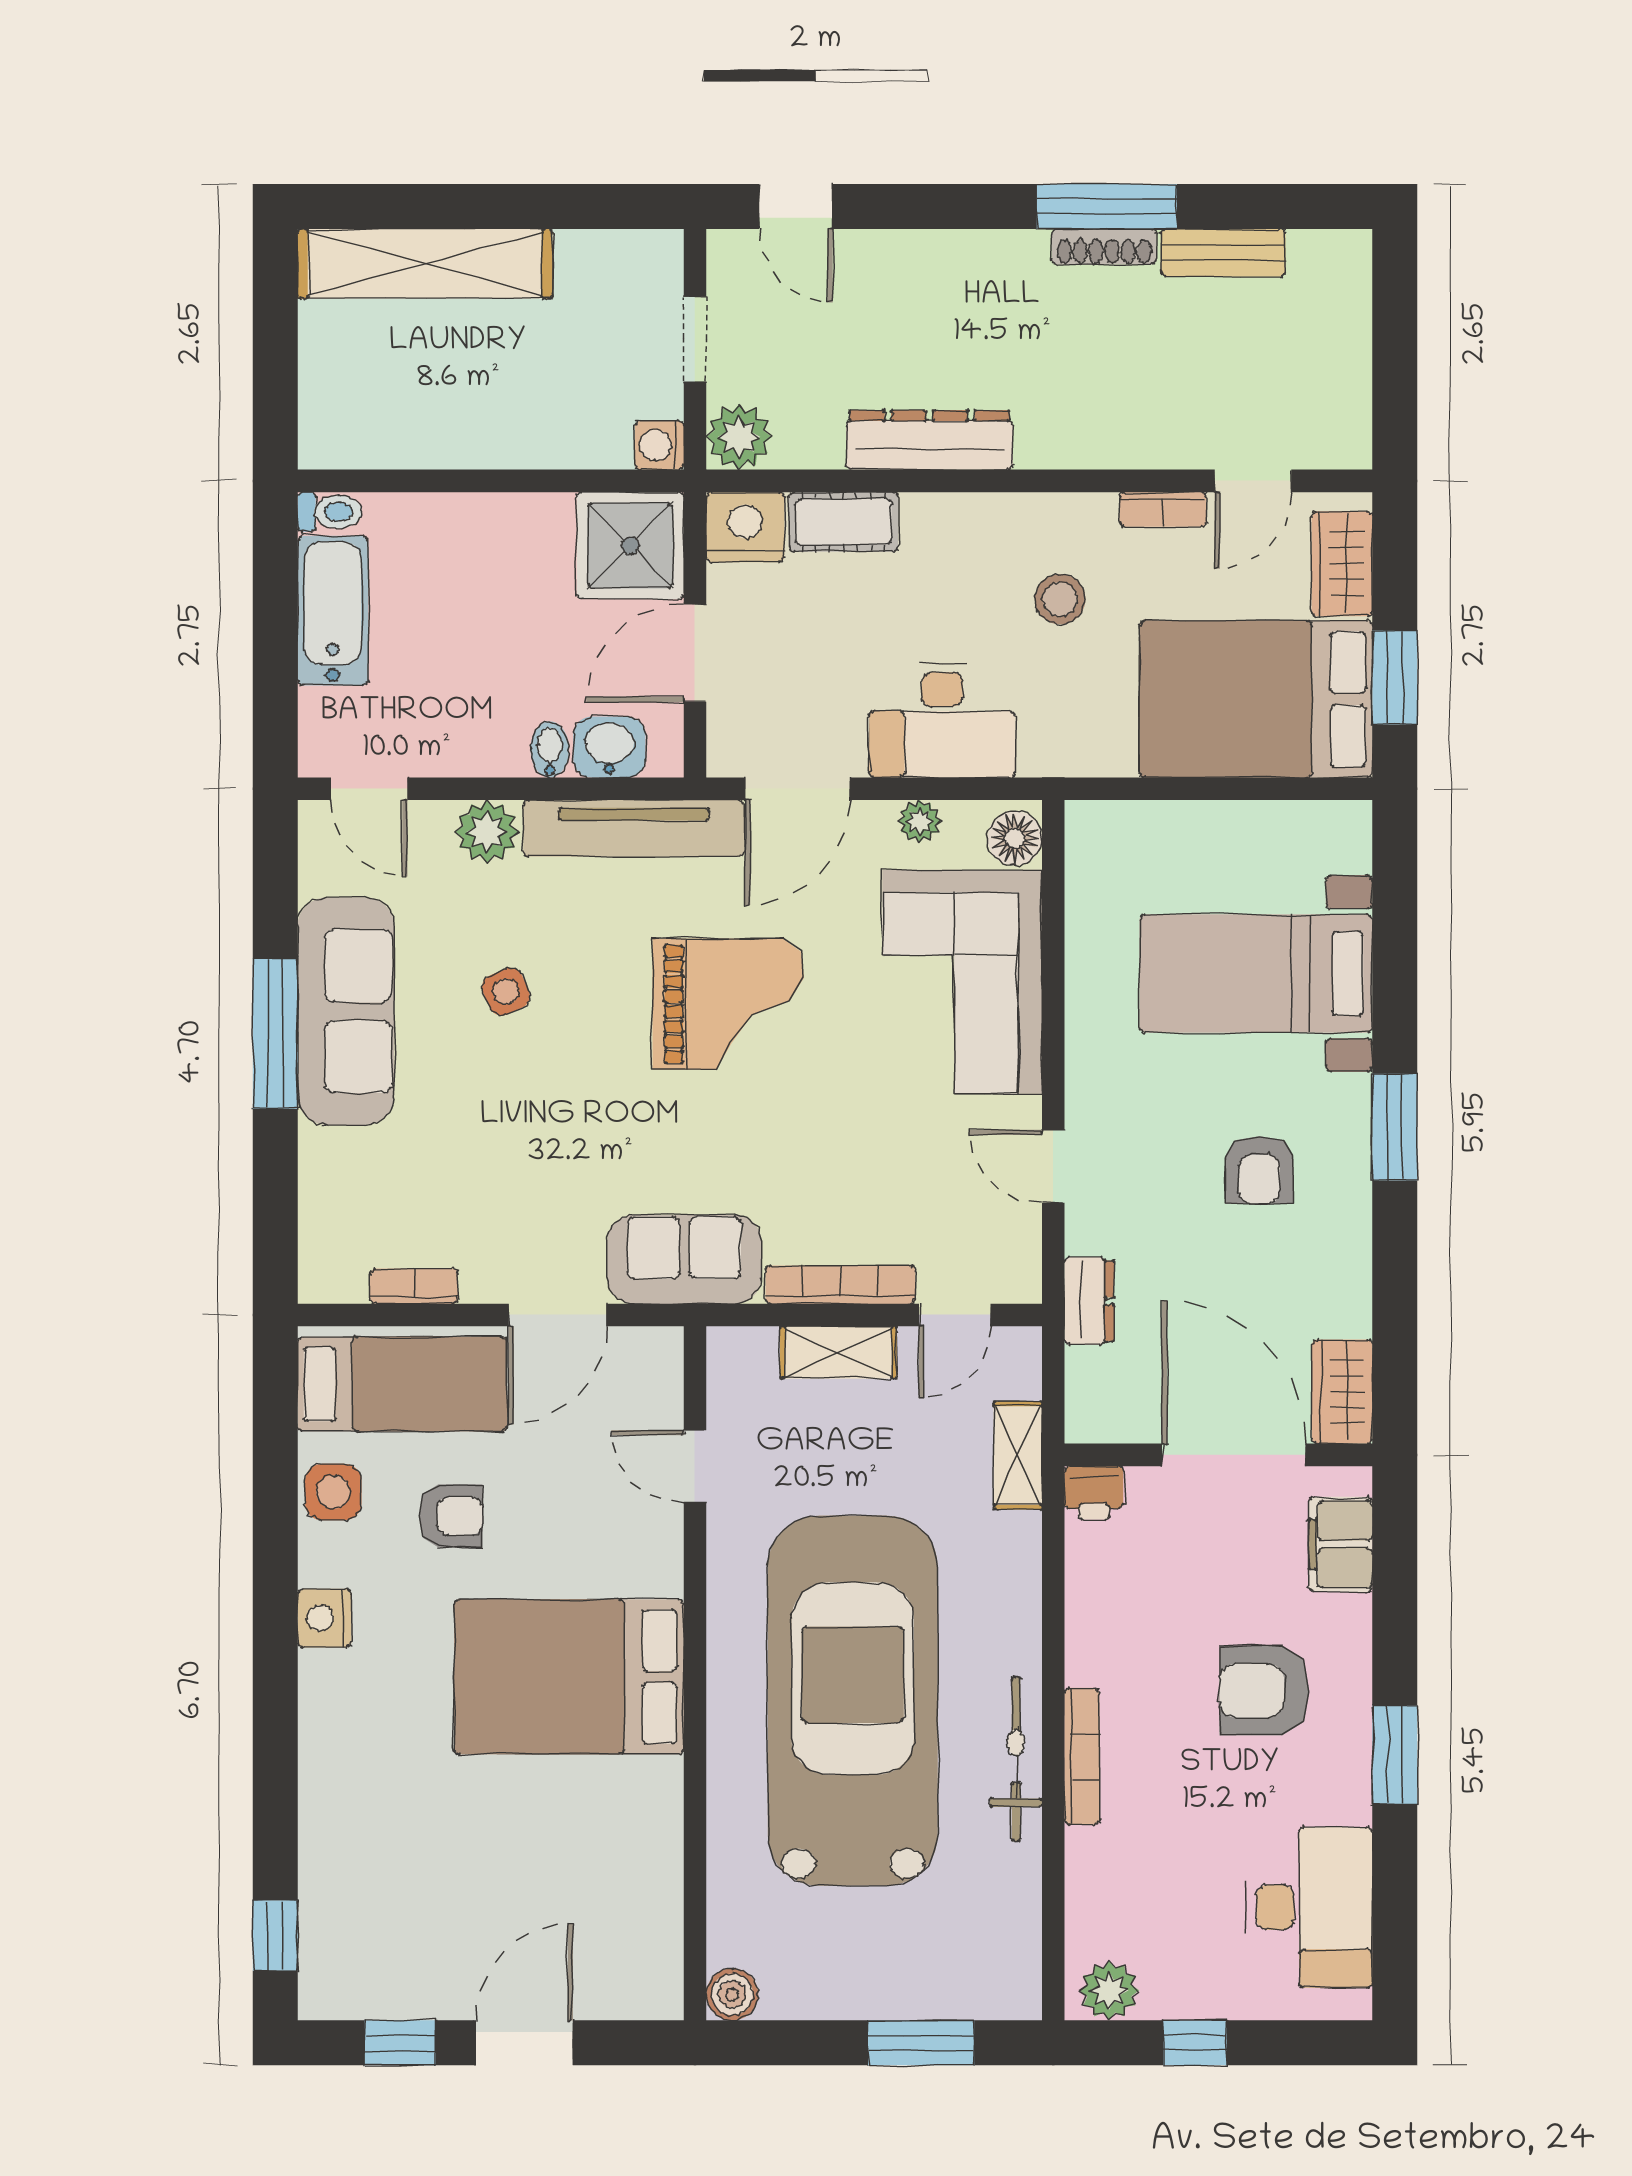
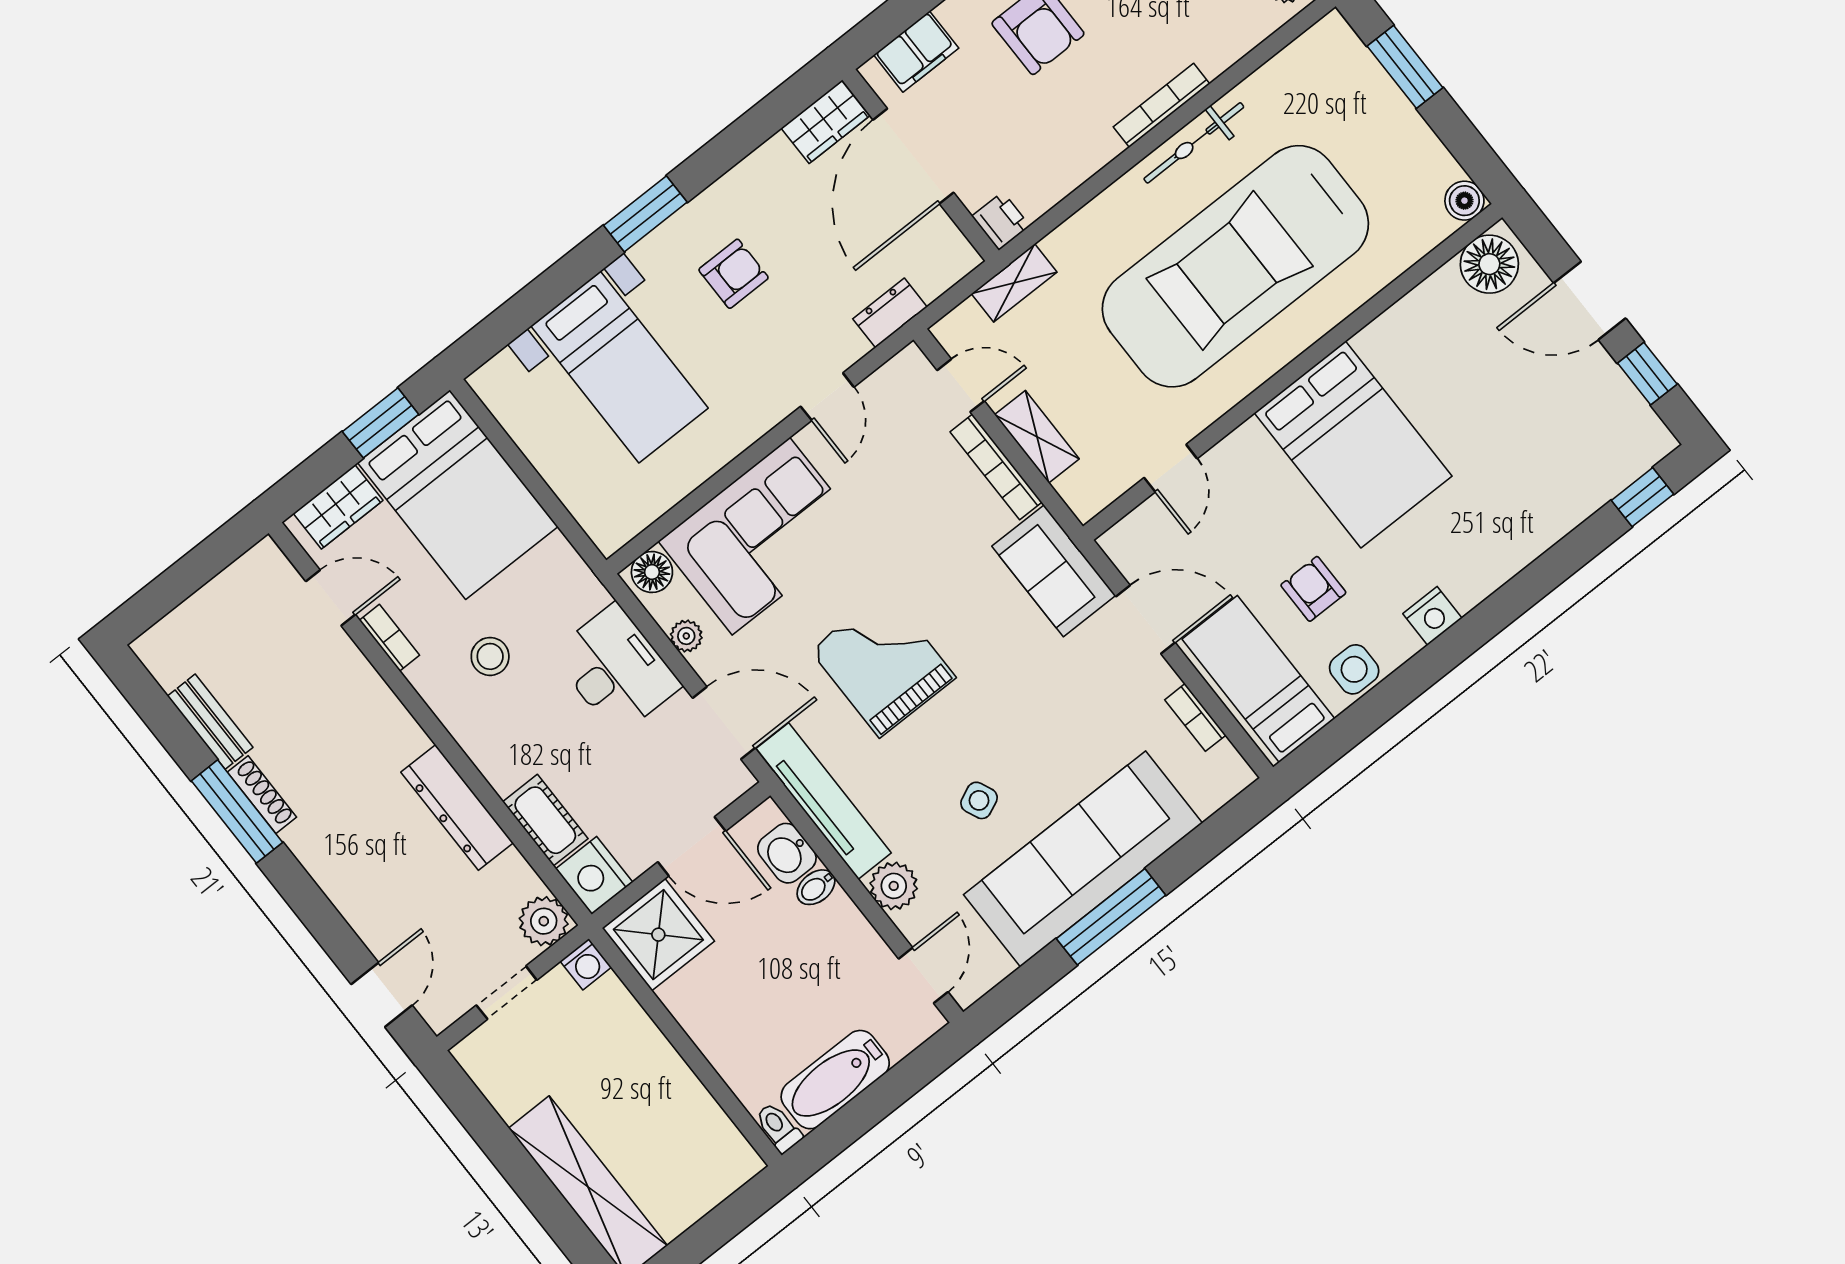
sofa: (346, 1011) -> (1083, 859), width x1.36, depth x1.27
floor lamp: (645, 1968) -> (1489, 264), added

